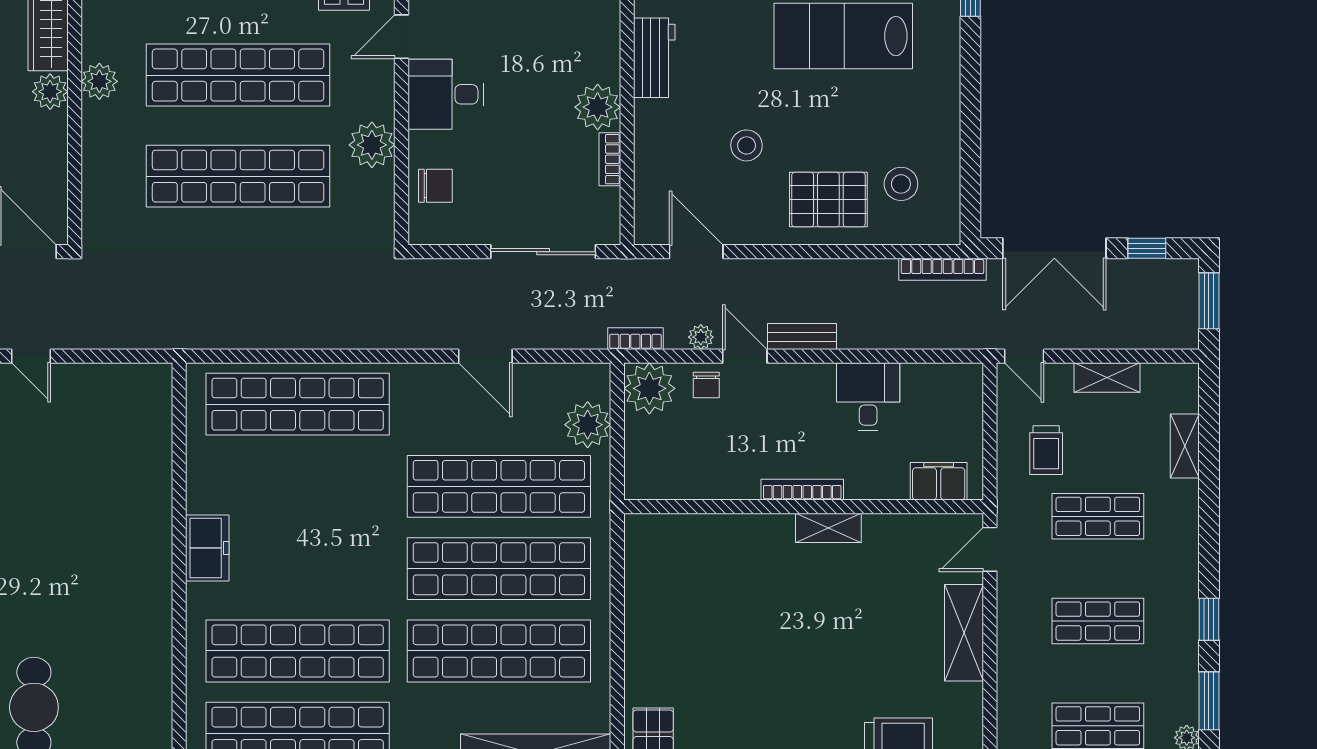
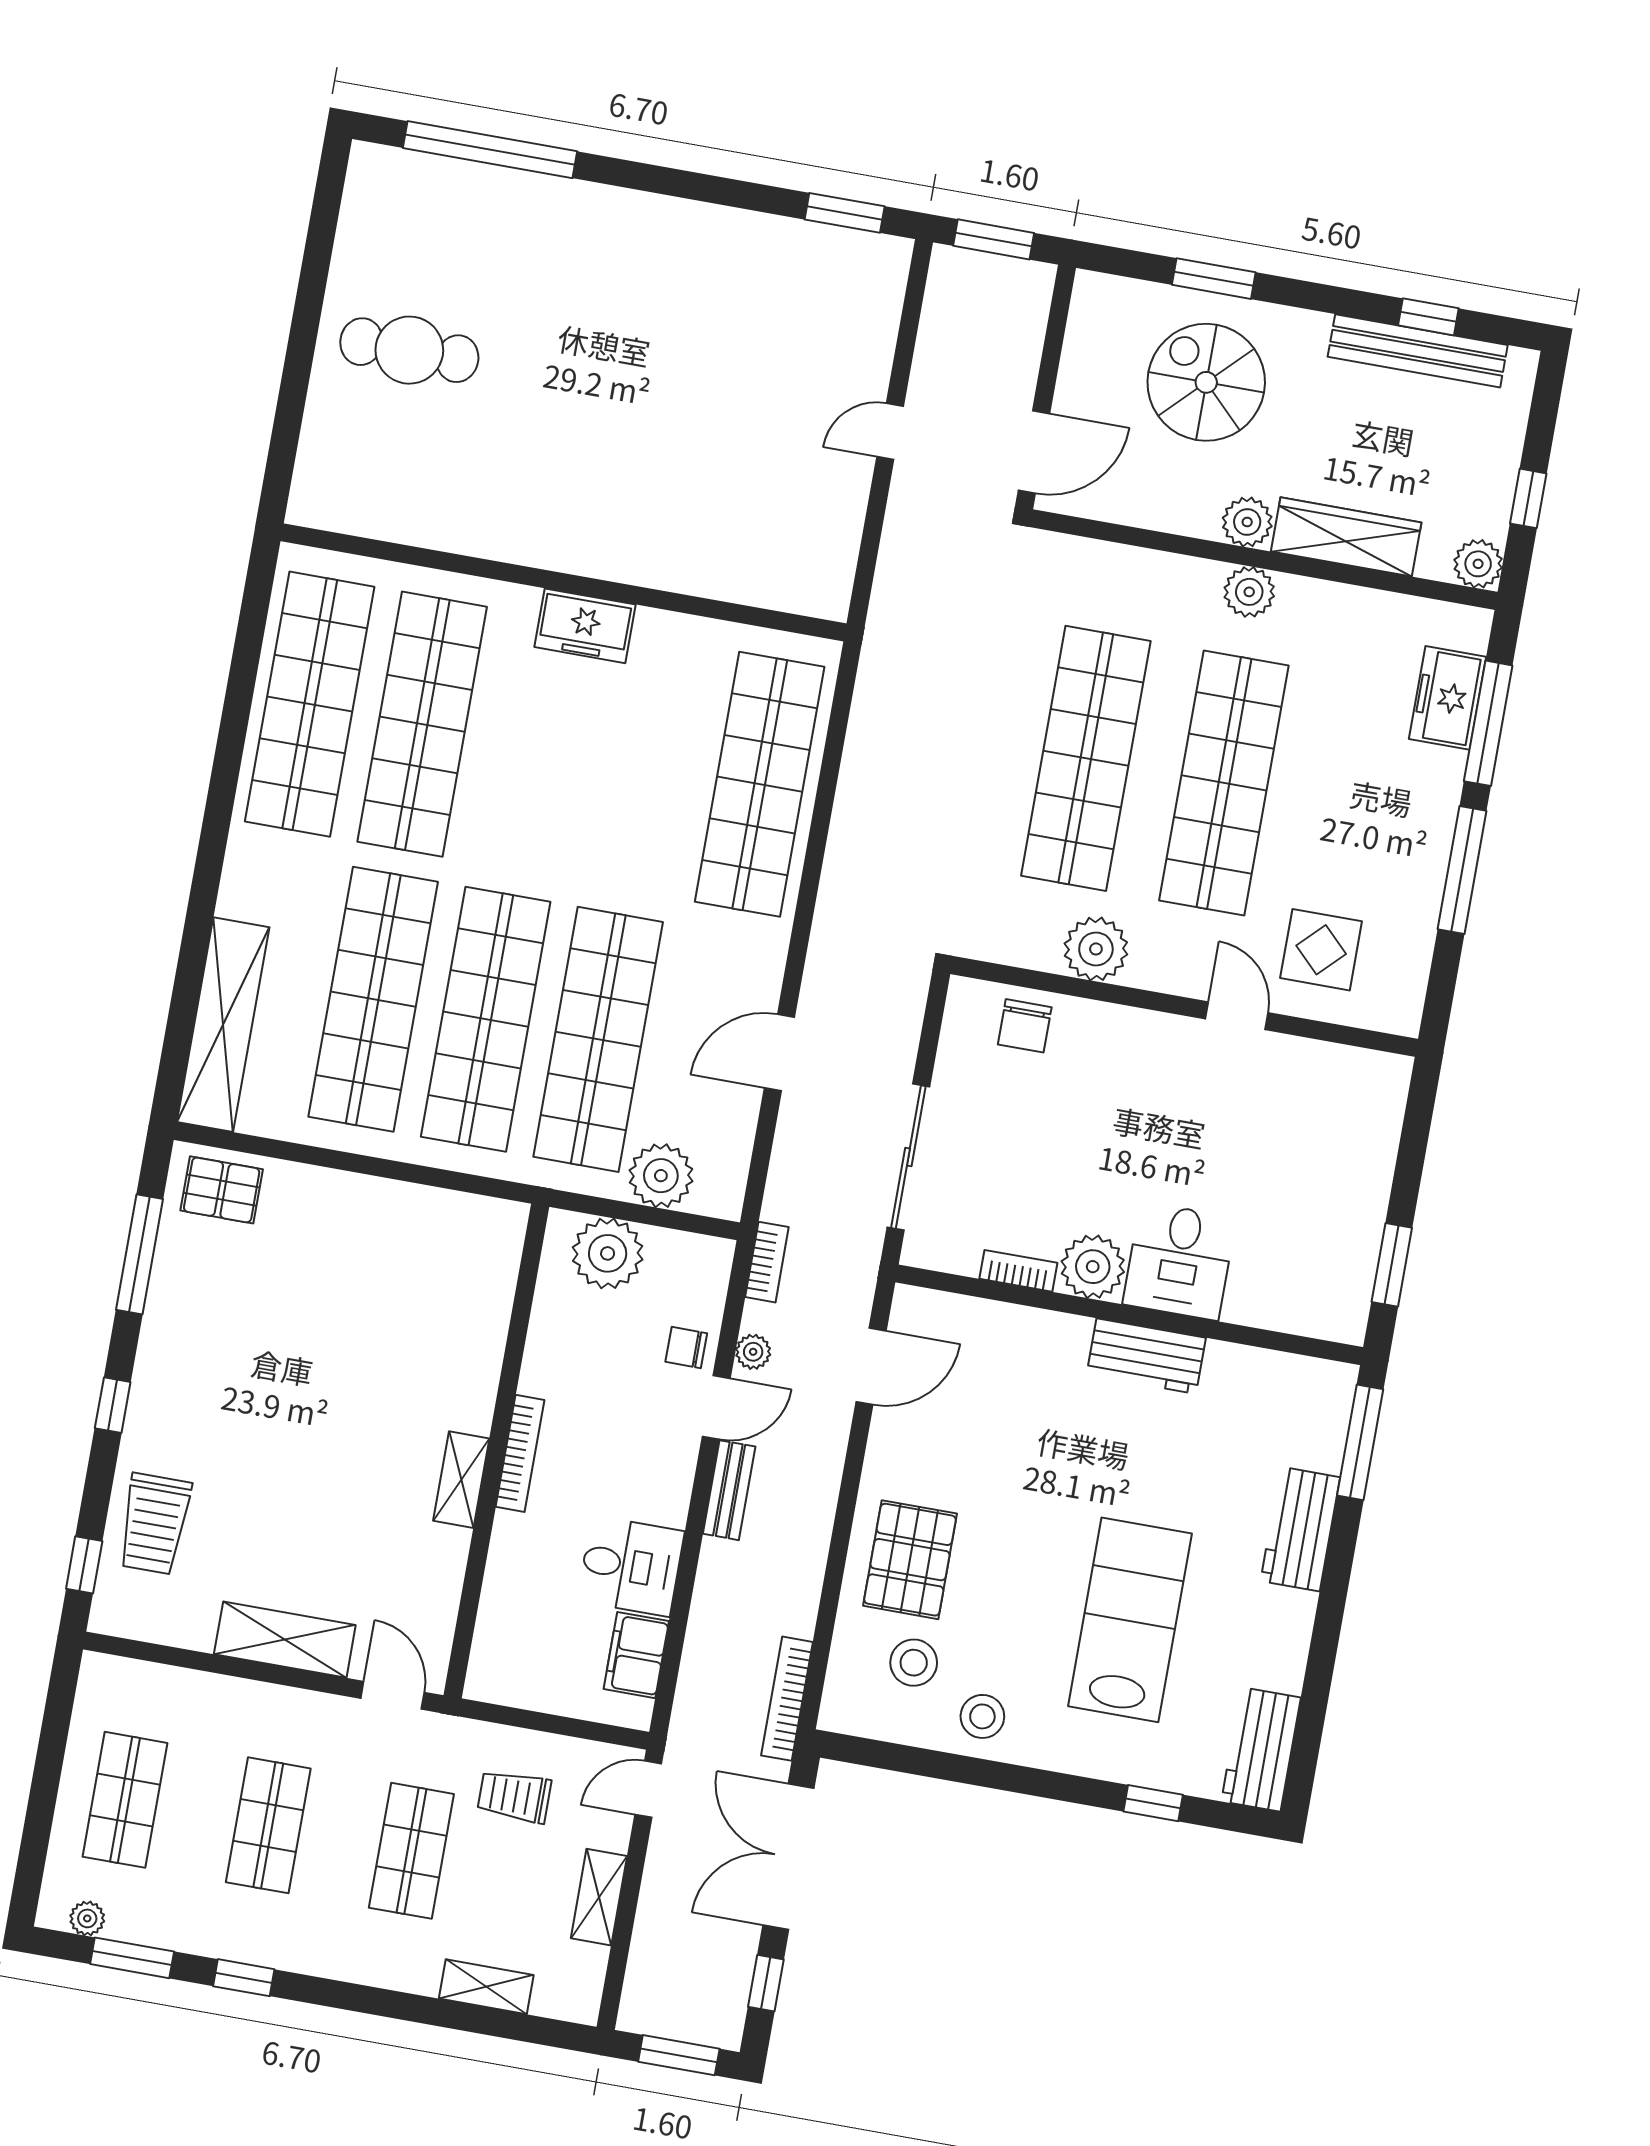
desk: (446, 94) -> (1179, 1261), moved, turned 180
stool: (747, 145) -> (982, 1716), moved
plant: (649, 388) -> (608, 1253), moved
filing cabinet: (939, 481) -> (636, 1655), moved, turned 180

